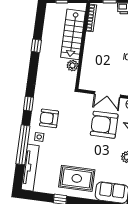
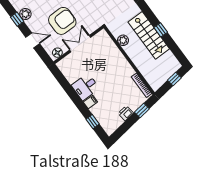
stairs: (73, 34) -> (149, 35), moved, turned 180

